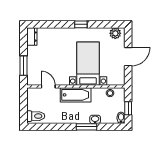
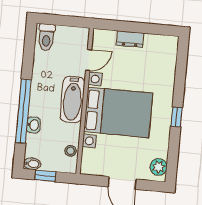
dresser: (32, 37) -> (130, 39), moved
bed with nightstands: (88, 64) -> (118, 112), width x1.36
window: (24, 66) -> (123, 26), removed
window: (86, 127) -> (23, 111), width x2.11

